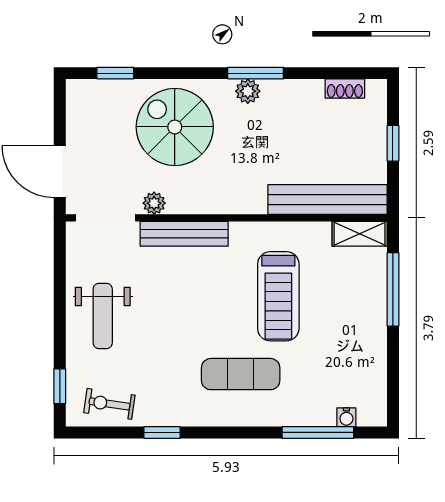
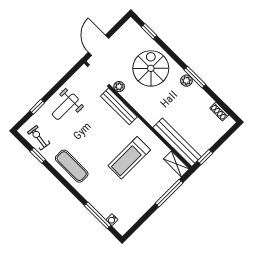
window: (393, 143) -> (205, 157), moved
exercise mat: (241, 374) -> (72, 166), moved
window: (60, 386) -> (37, 107), moved
window: (162, 432) -> (38, 156), moved

